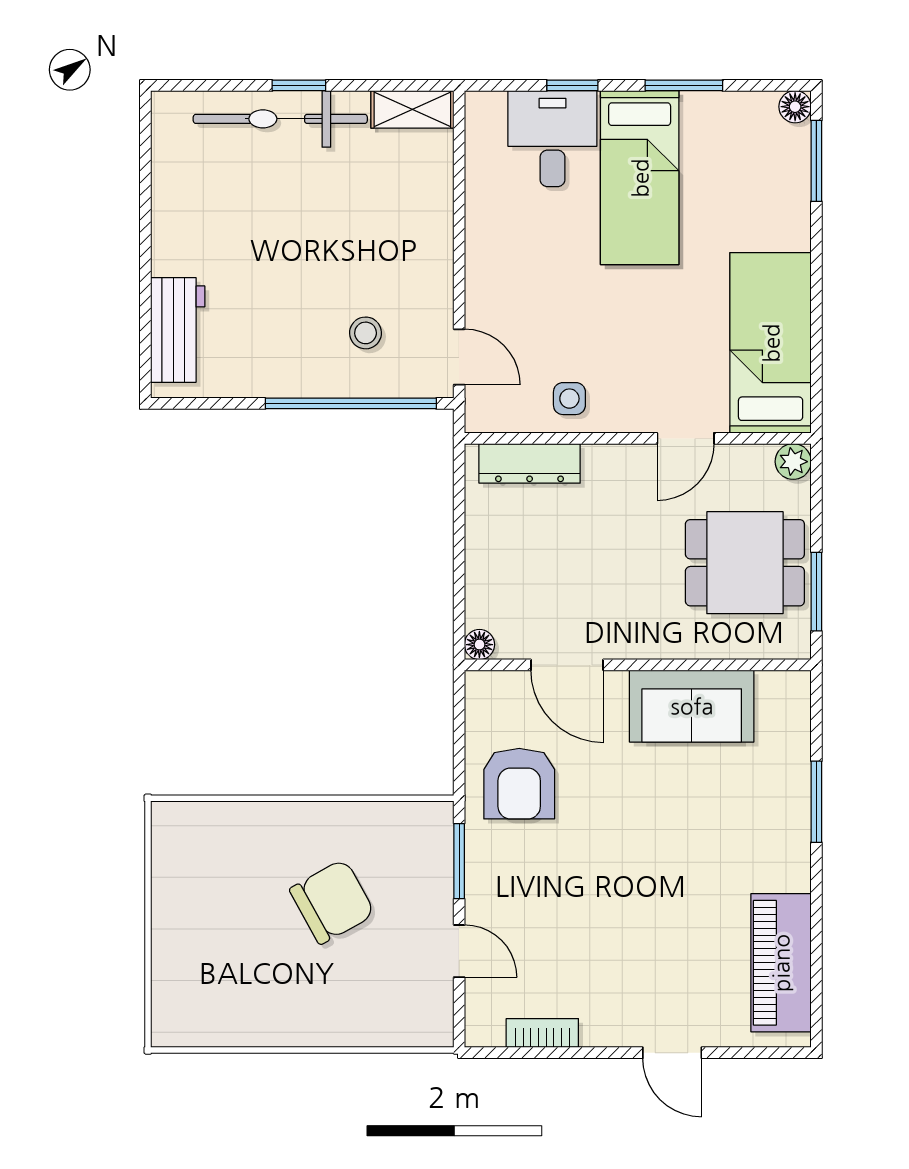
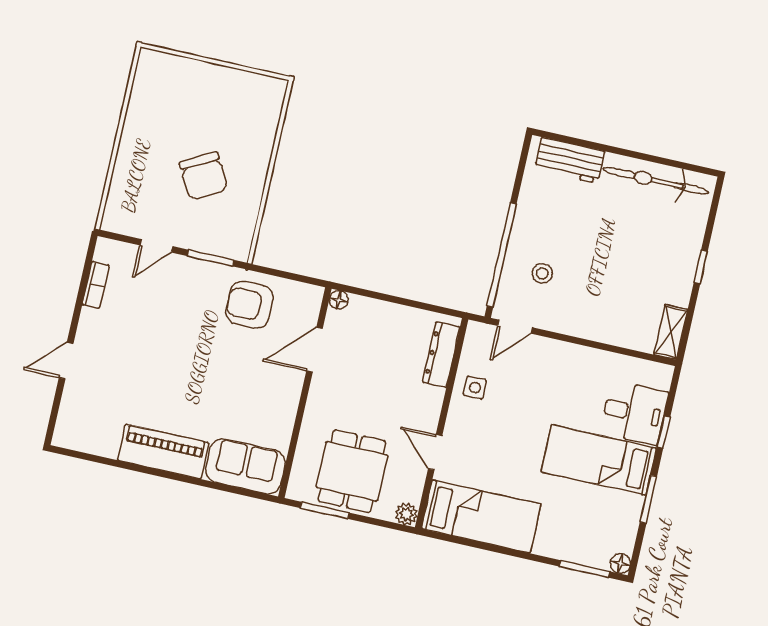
bicycle: (280, 119) -> (656, 181), moved, turned -90
sofa: (692, 706) -> (245, 466), moved, turned 90
window: (816, 802) -> (198, 482), removed
piano: (781, 963) -> (163, 452), moved

